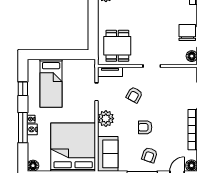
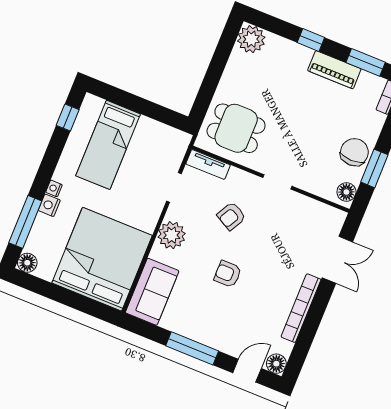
dining table: (117, 46) -> (236, 128), turned 90
window: (23, 89) -> (68, 117), moved
window: (23, 128) -> (25, 222), moved
armchair: (150, 155) -> (217, 320), removed

